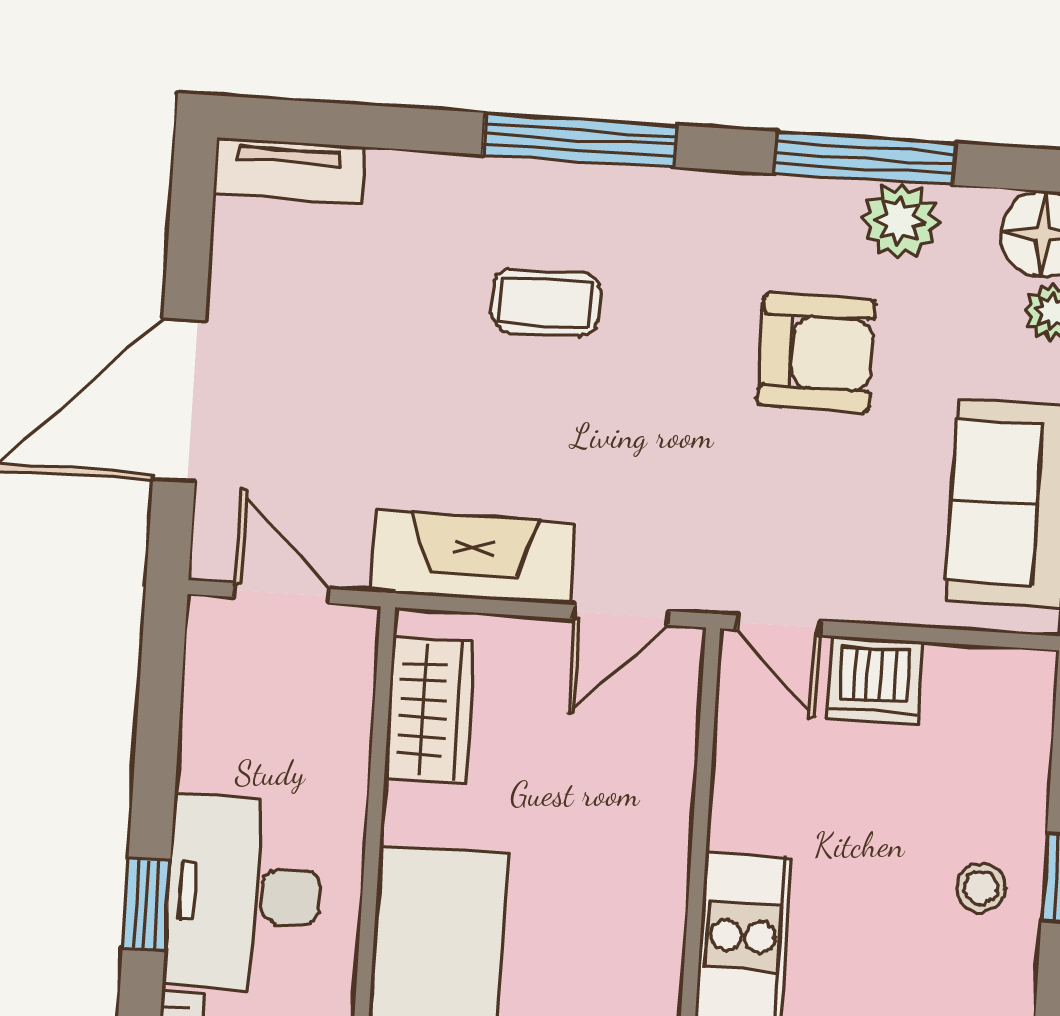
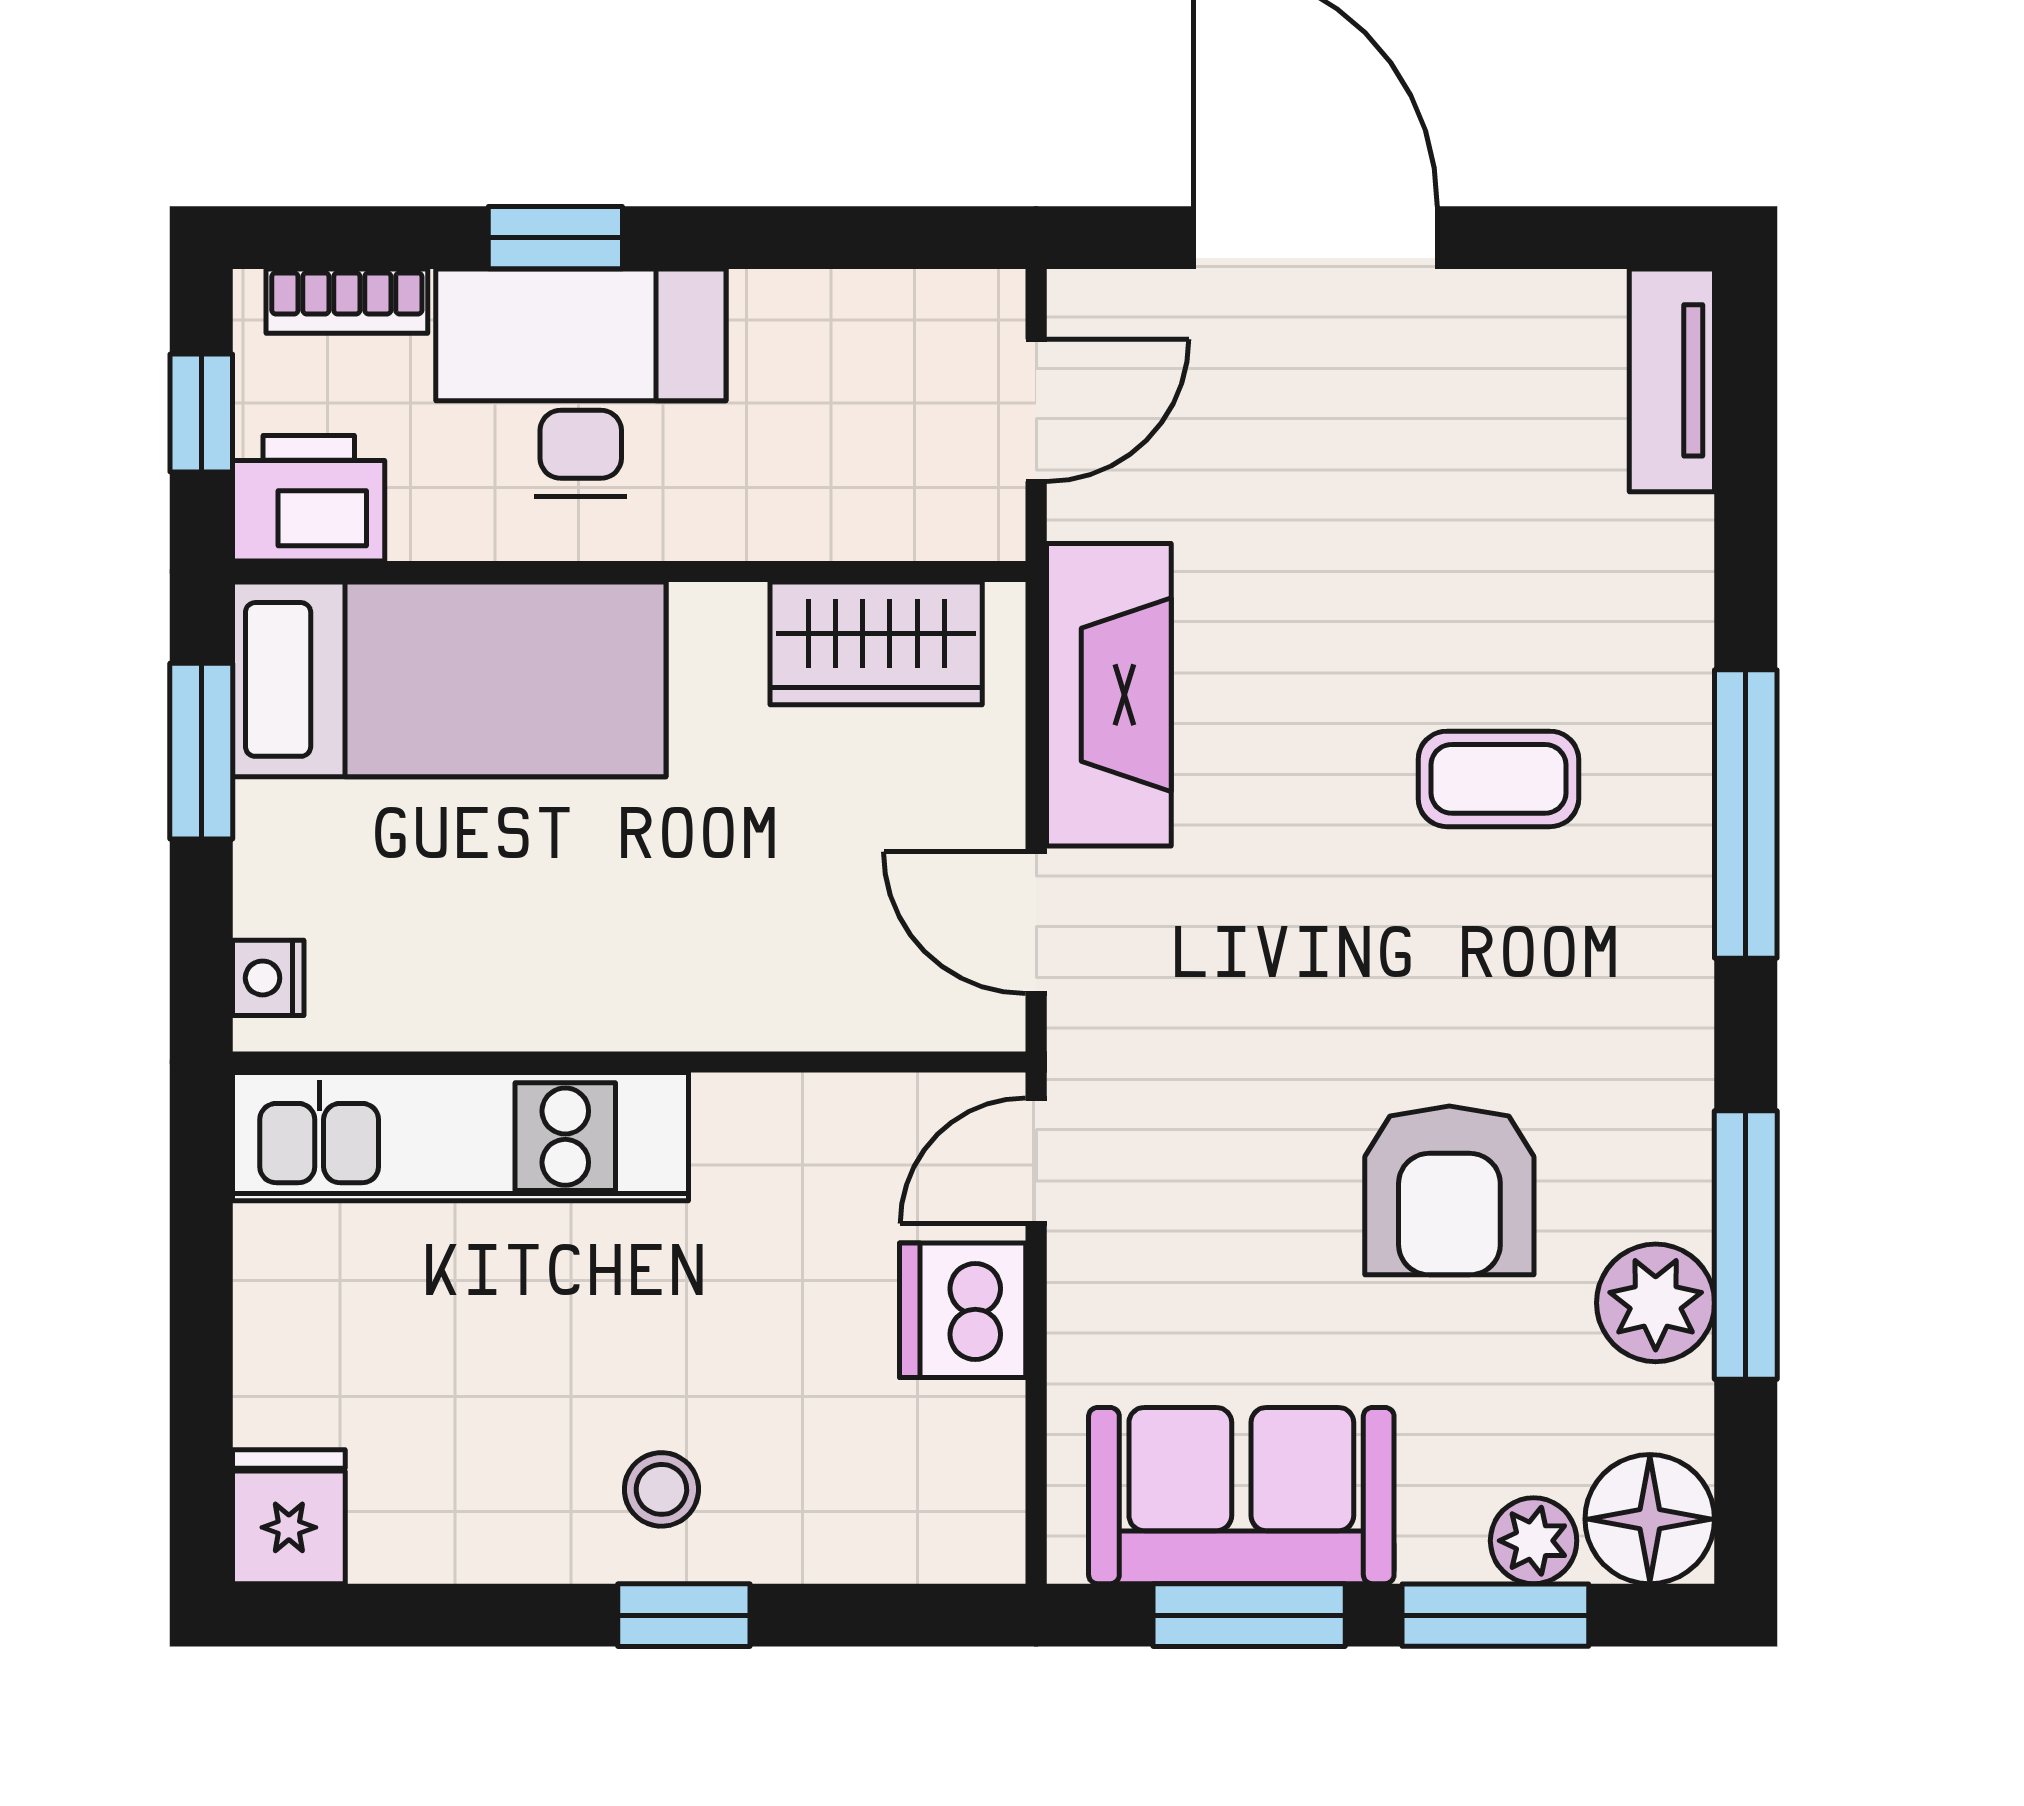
coffee table: (546, 302) -> (1498, 779), turned 90

